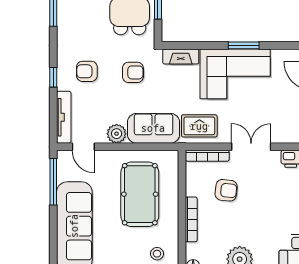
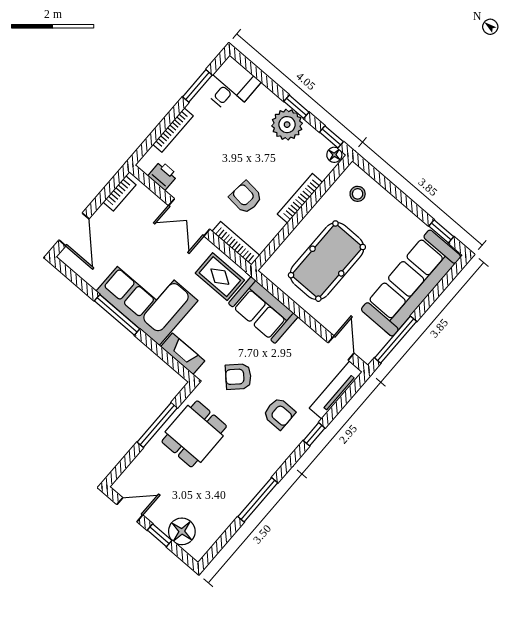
window: (244, 45) -> (117, 315), width x1.44
armchair: (133, 72) -> (238, 377), turned -44
plant: (117, 134) -> (301, 334), removed

